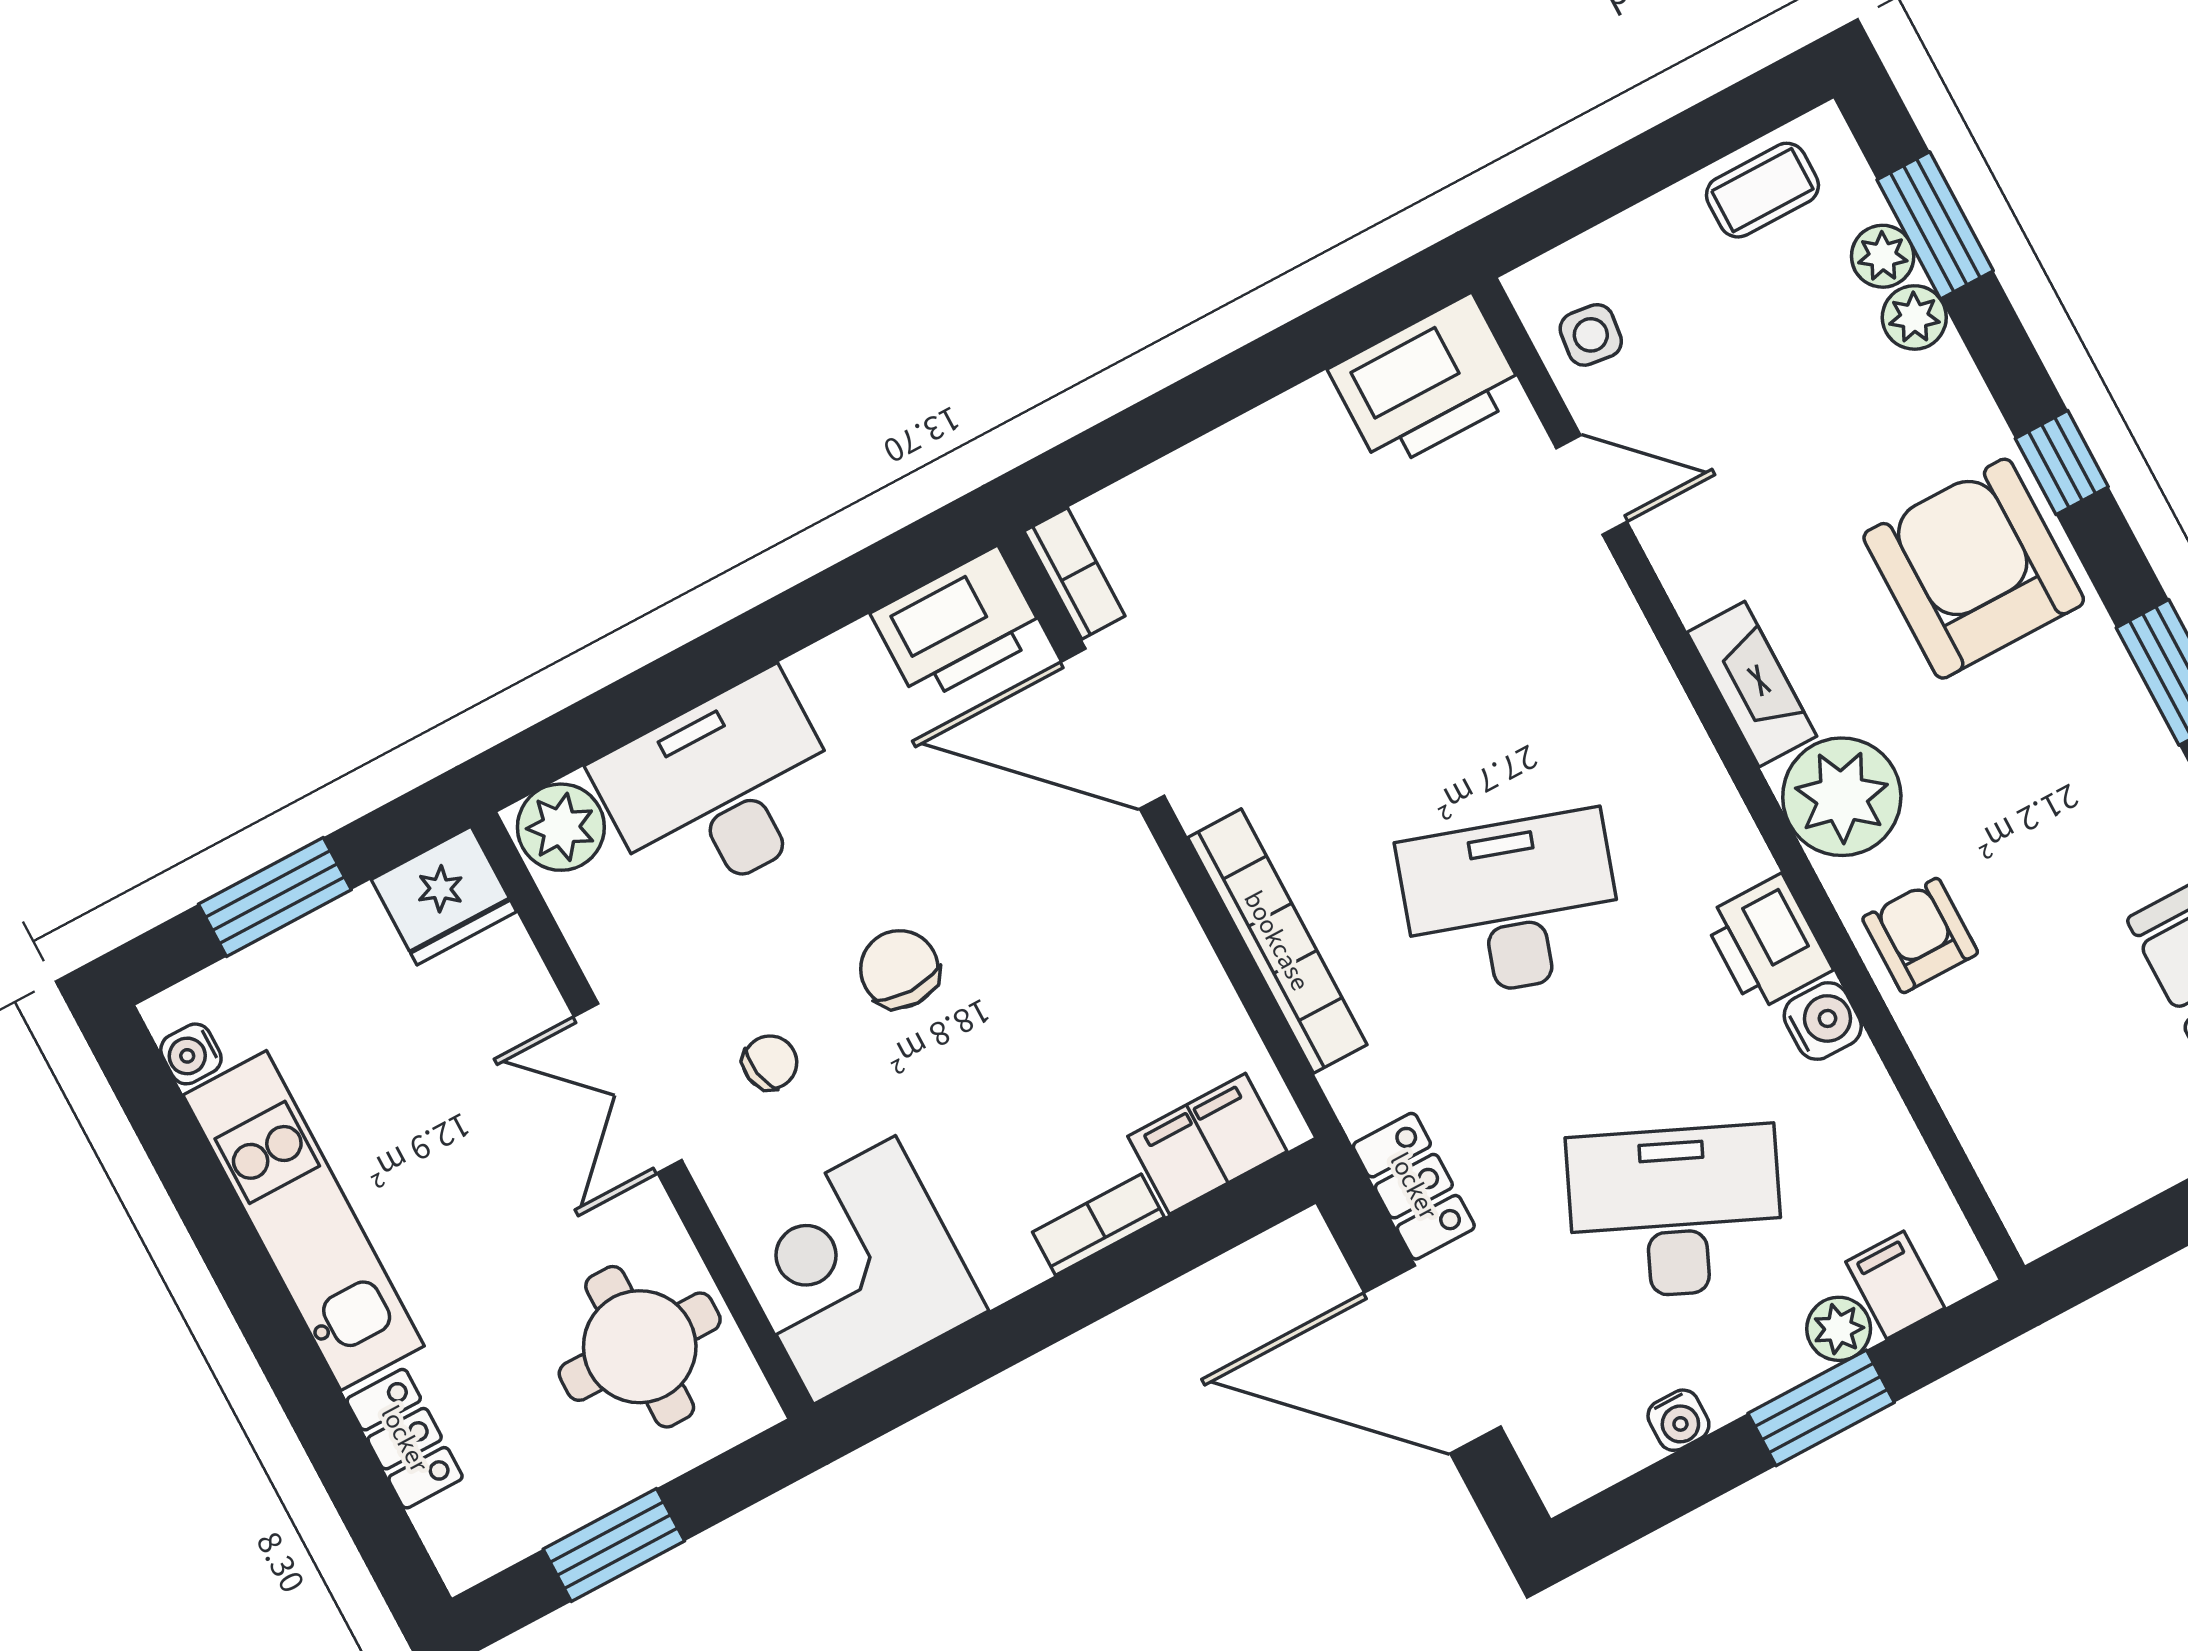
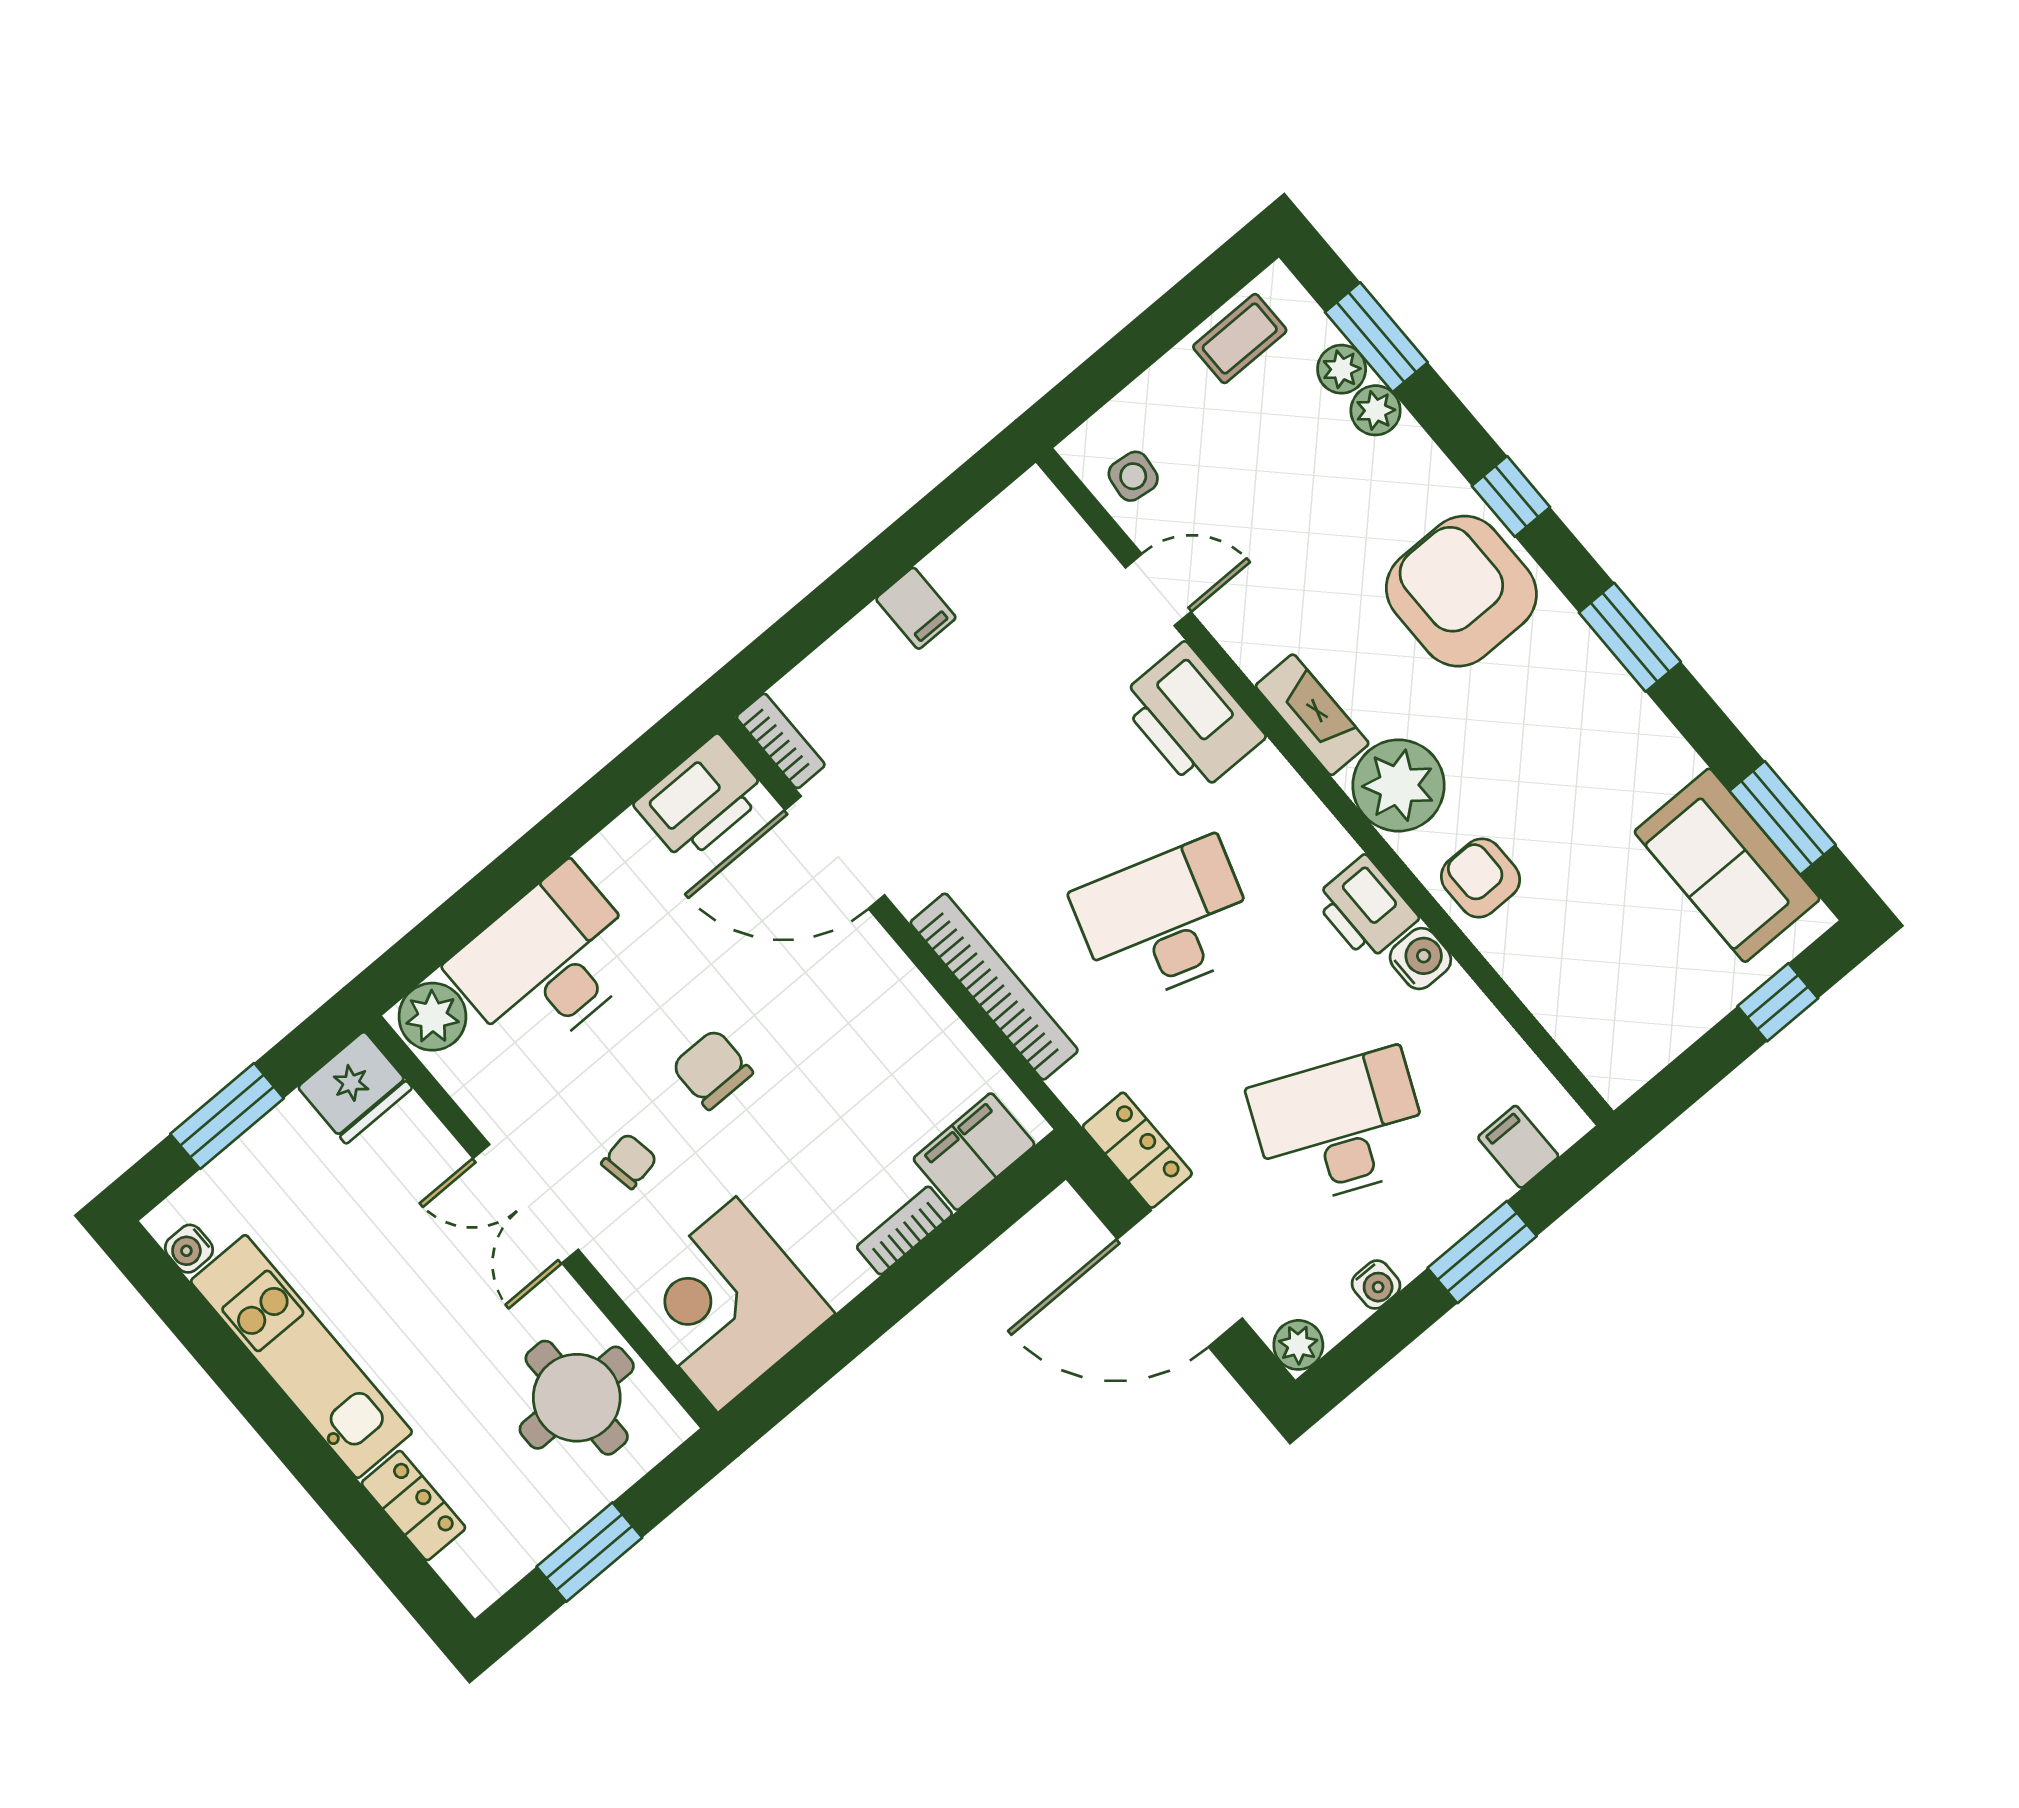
printer: (1427, 382) -> (1191, 718), moved, turned 90
filing cabinet: (1281, 443) -> (916, 608), added
plant: (1839, 1329) -> (1298, 1345), moved

